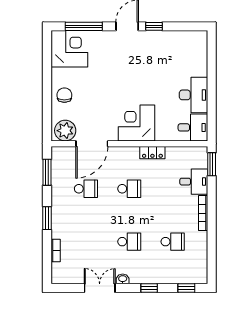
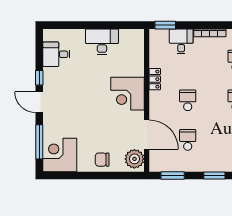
desk: (193, 127) -> (56, 54), moved, turned -90

